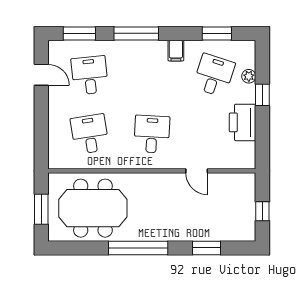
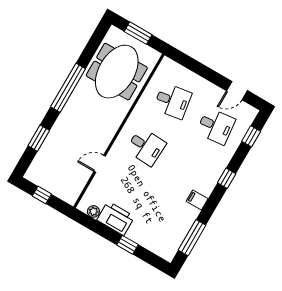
window: (79, 33) -> (251, 136), width x0.67
window: (136, 33) -> (227, 178), width x0.46
window: (217, 33) -> (192, 238), width x1.44
desk: (214, 75) -> (163, 217), removed
plant: (249, 76) -> (93, 211), moved

